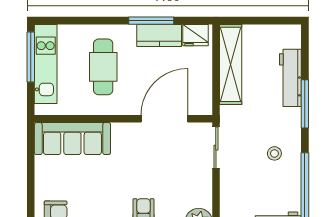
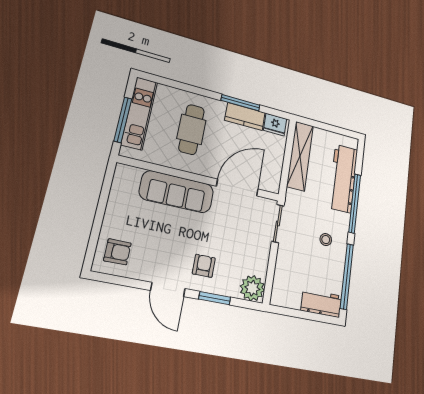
window: (31, 57) -> (123, 120), moved
workbench: (290, 78) -> (343, 178), width x1.36, depth x1.32
window: (305, 104) -> (355, 203), width x1.46
sofa: (72, 139) -> (177, 192), moved

